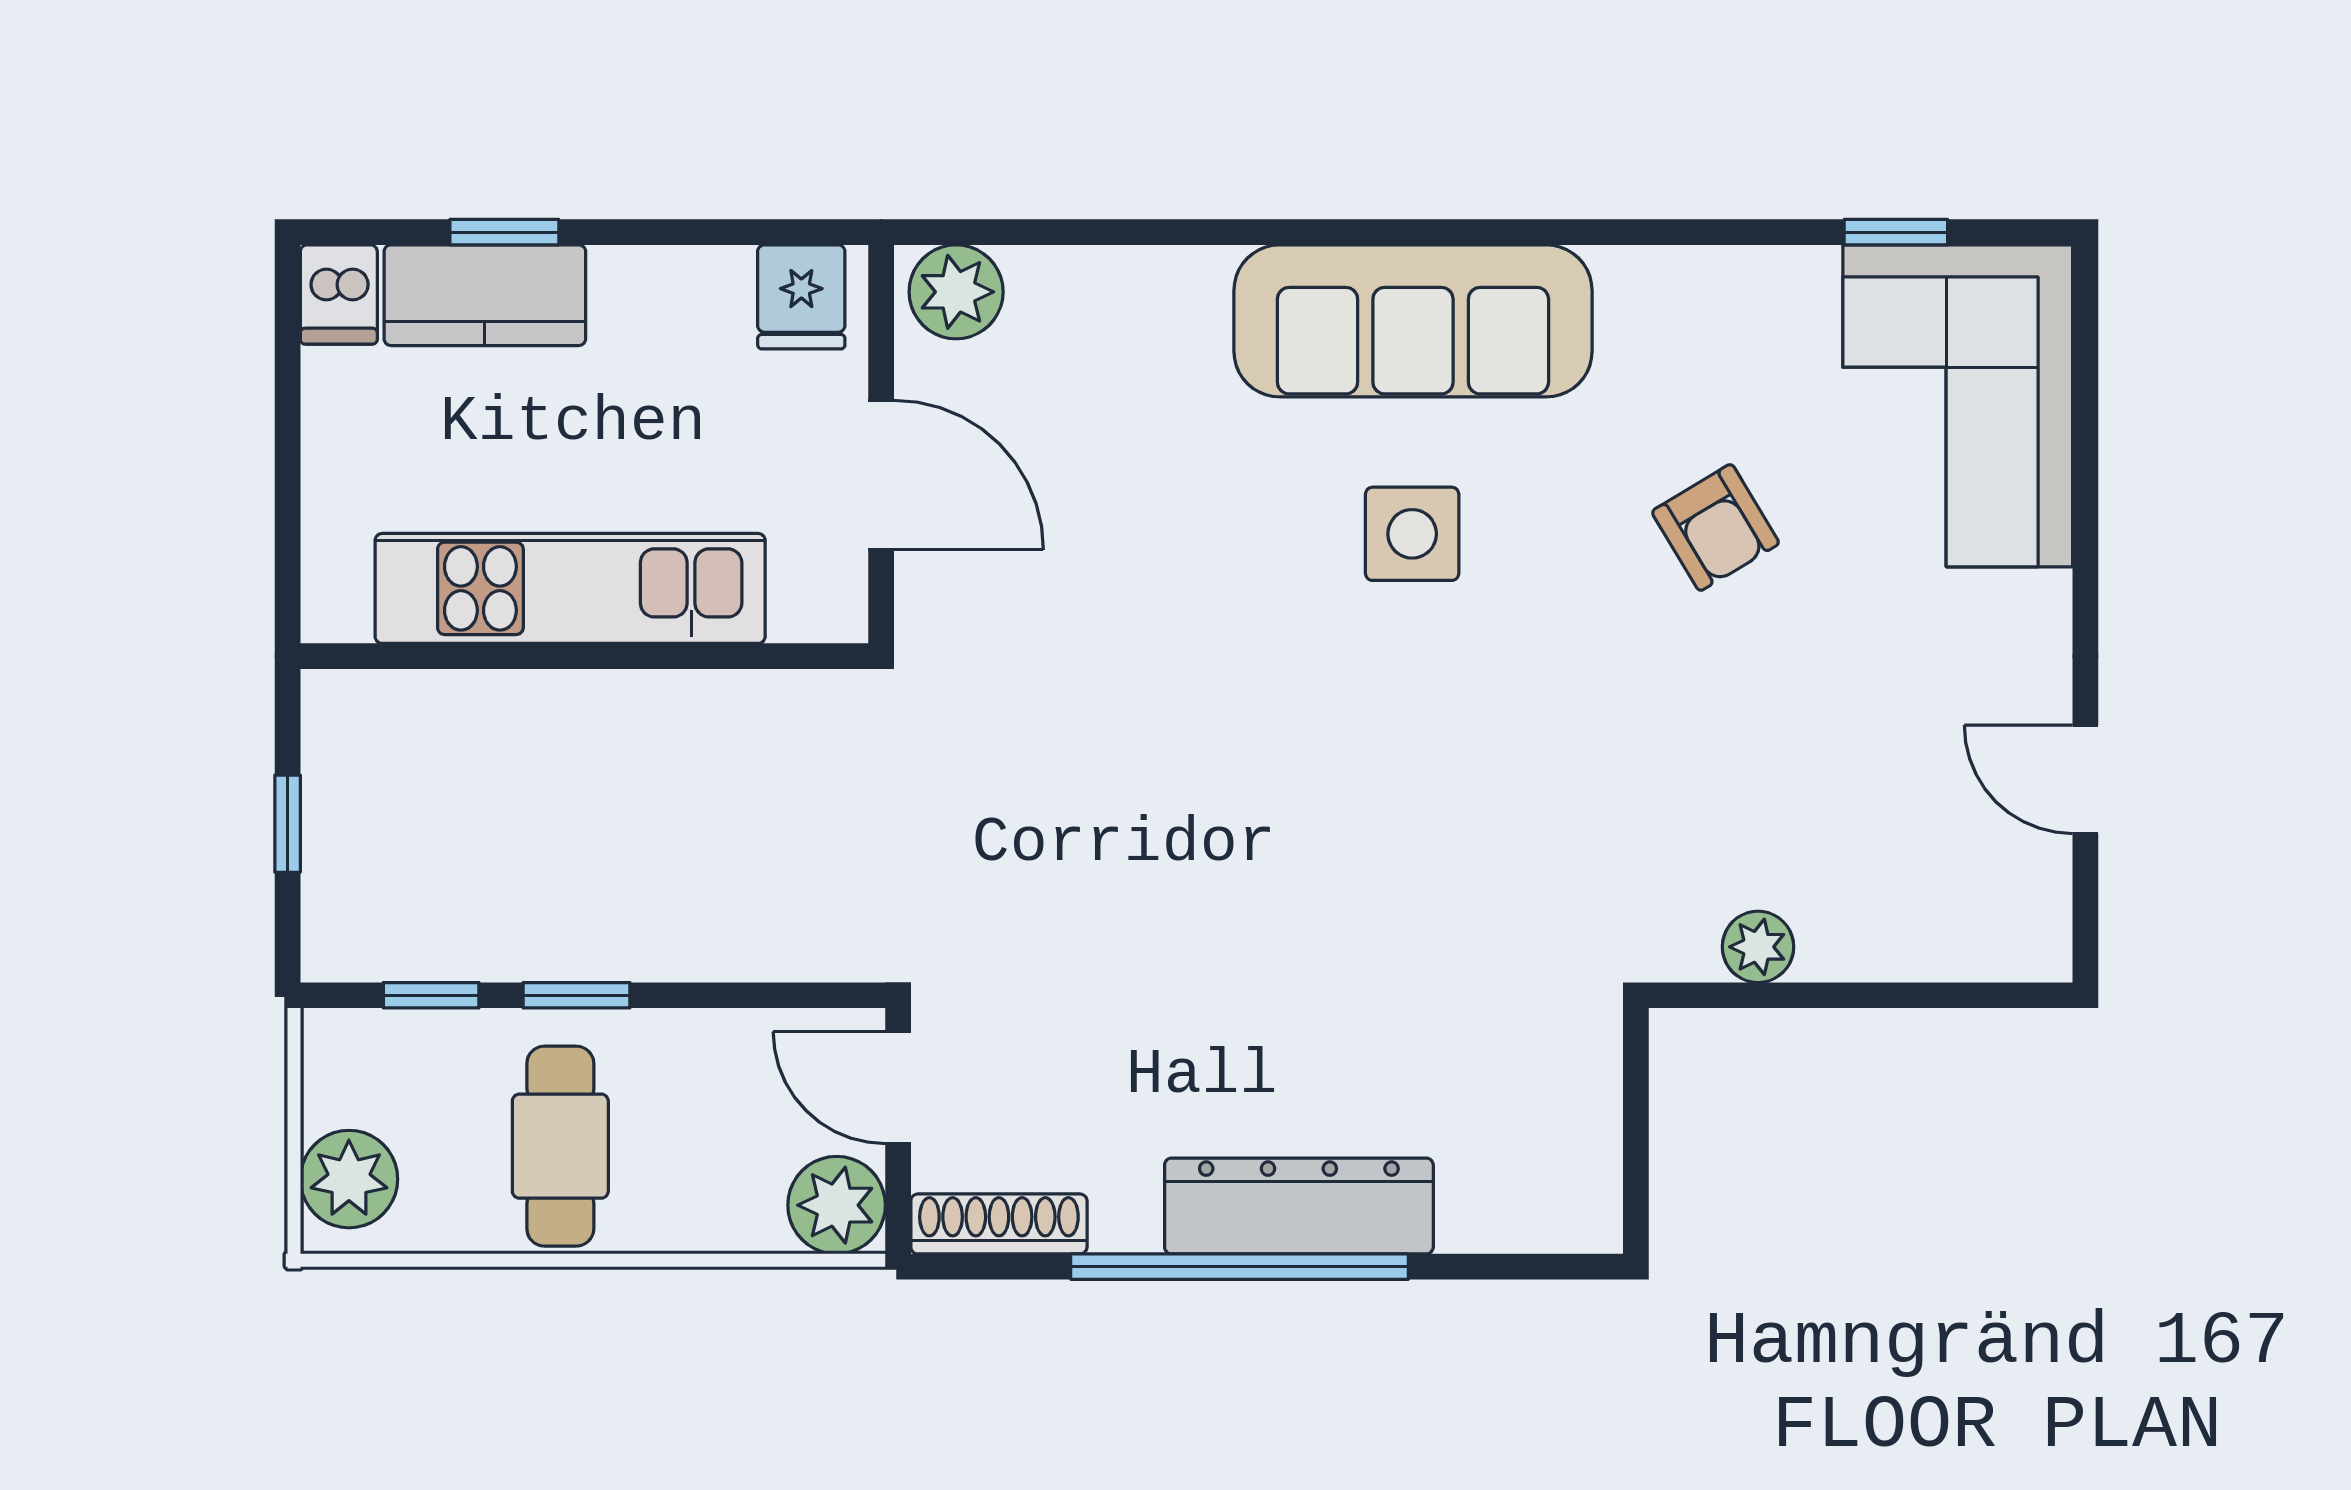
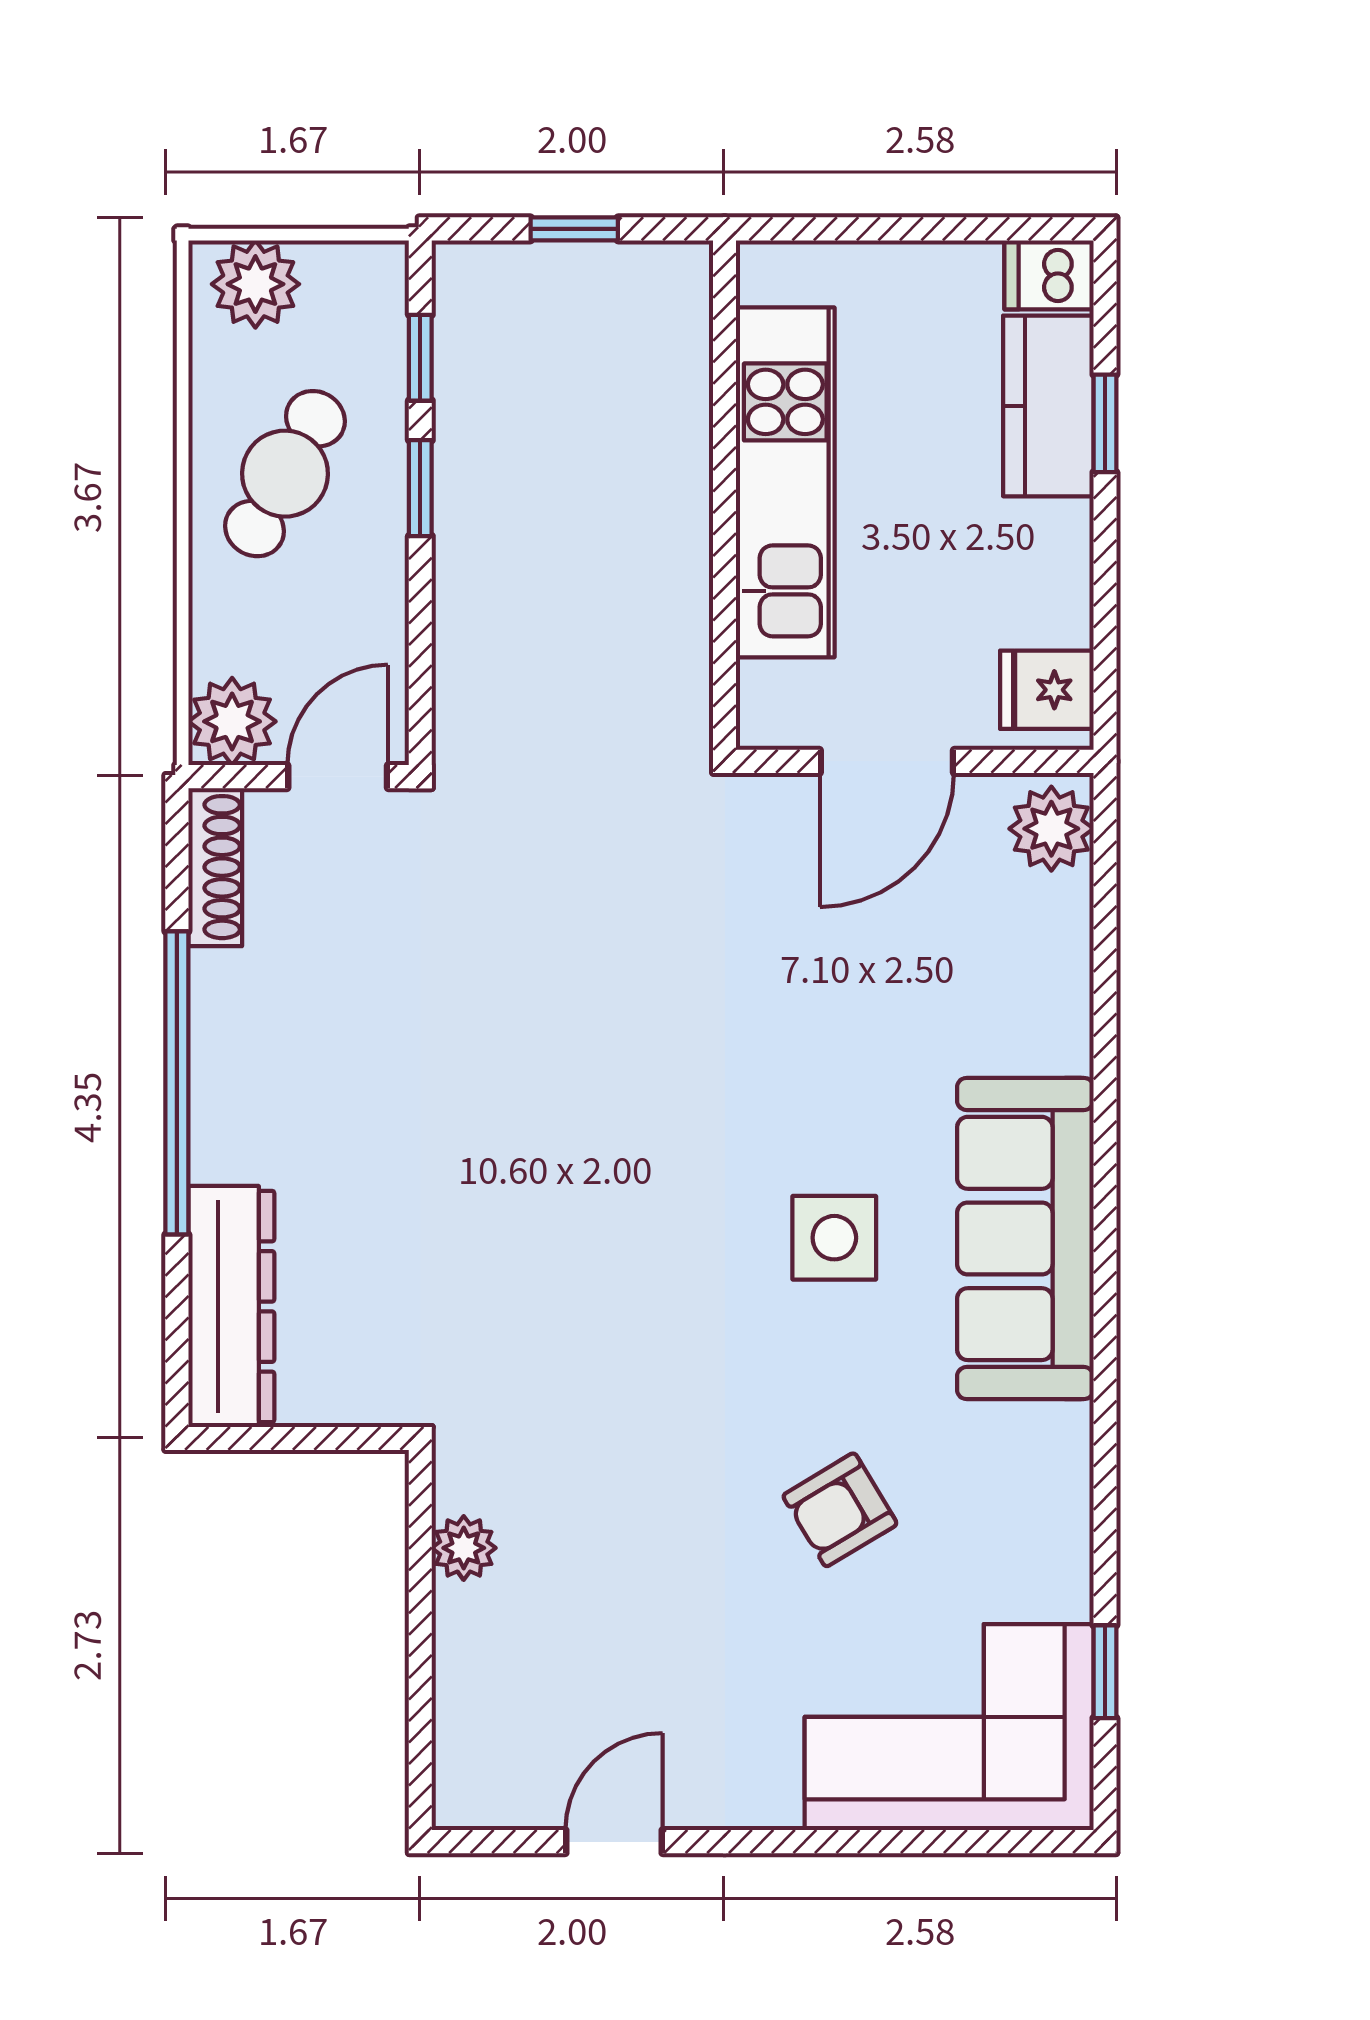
cafe table: (560, 1146) -> (285, 474), turned -61
dresser: (1299, 1206) -> (231, 1306), moved

